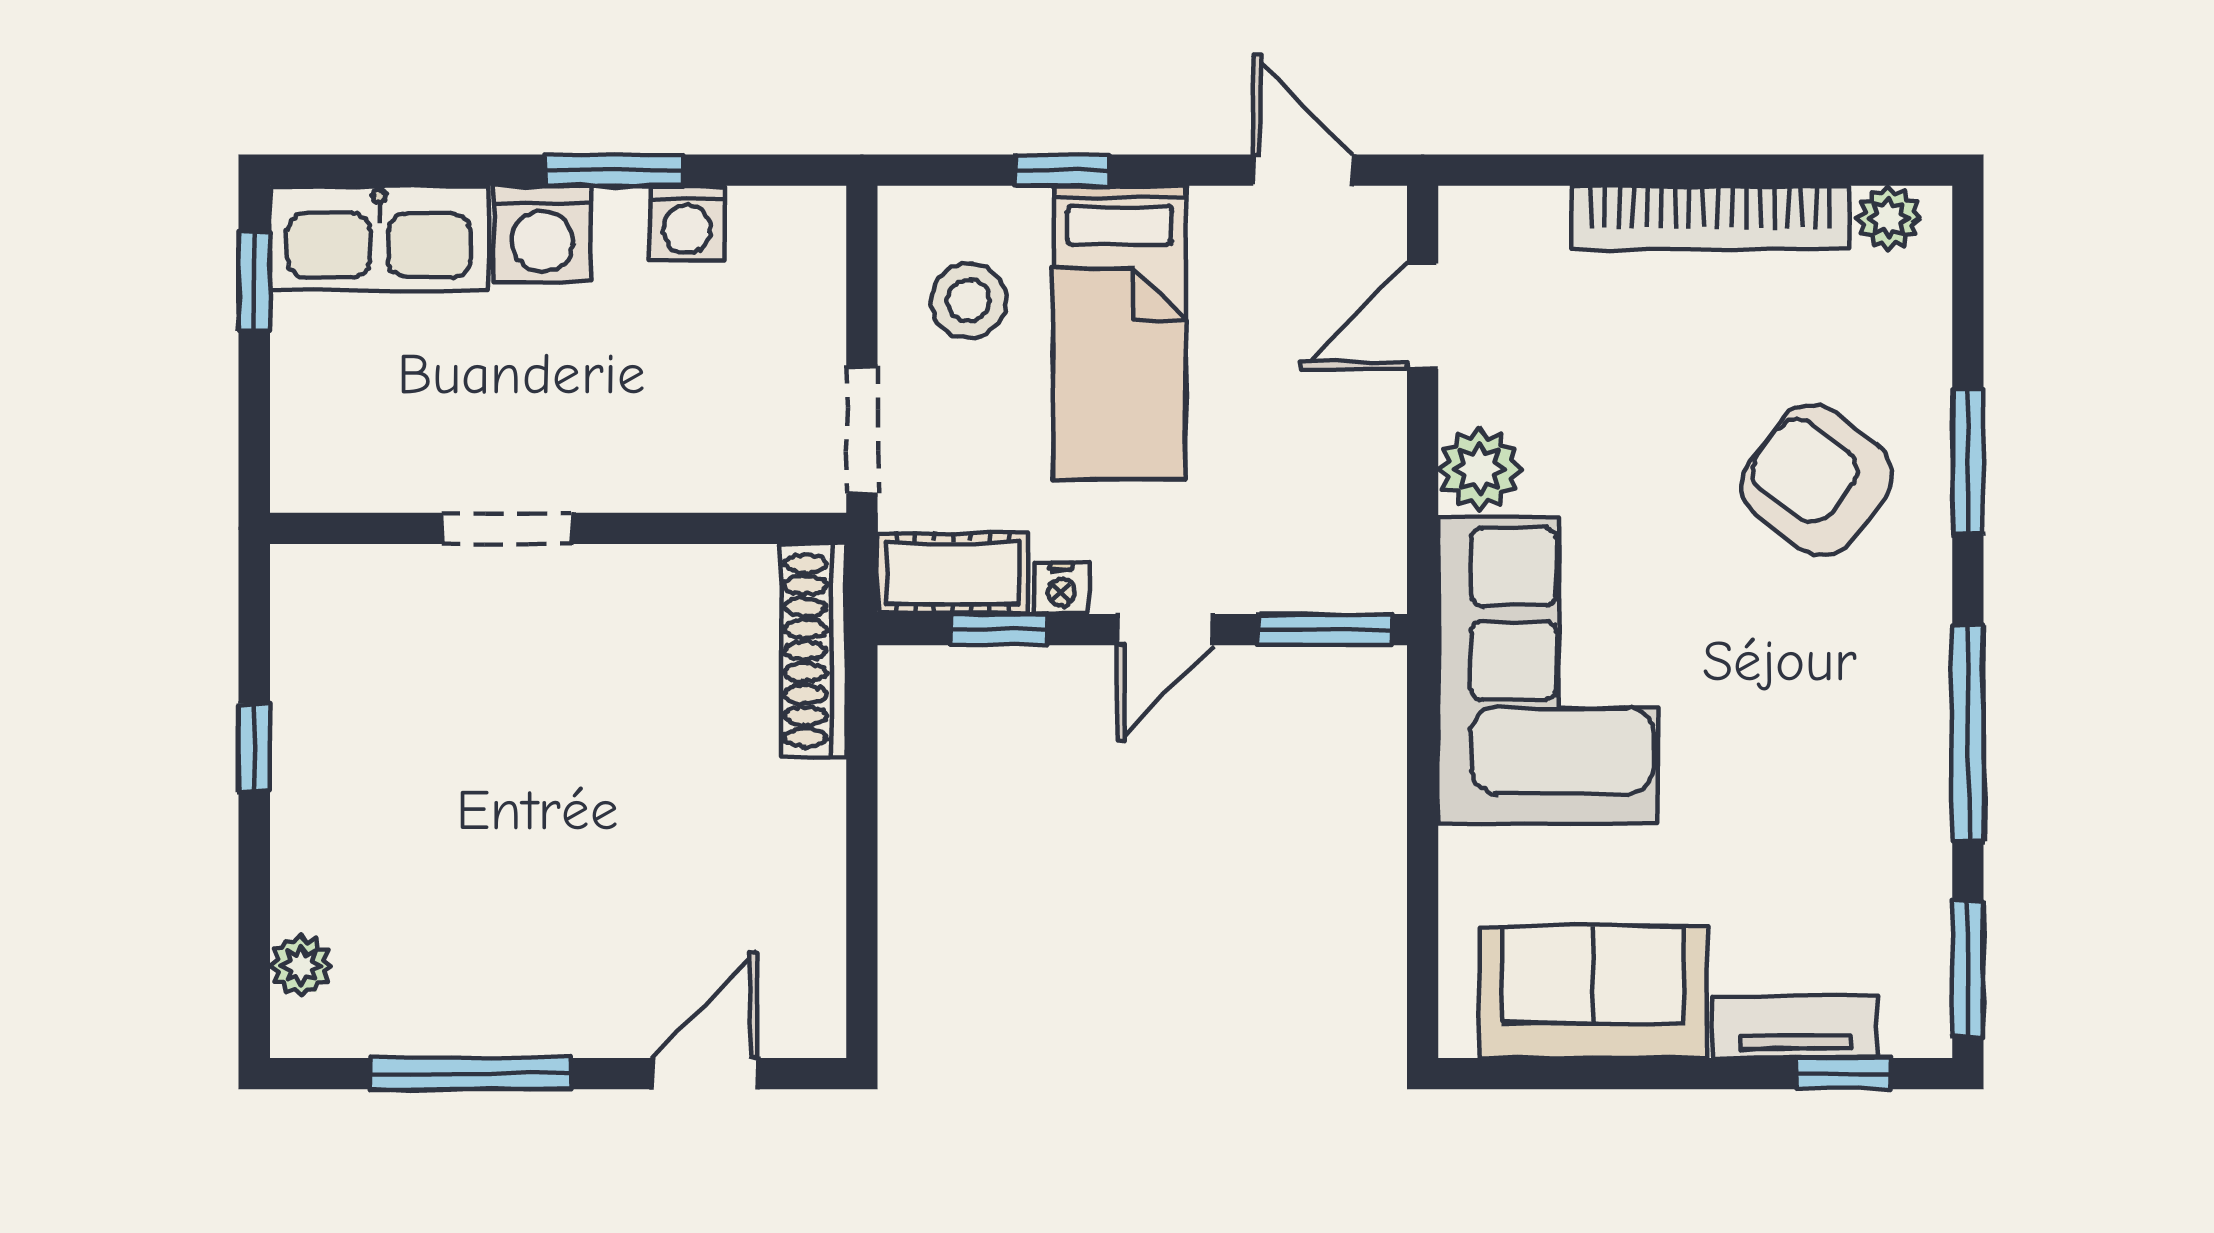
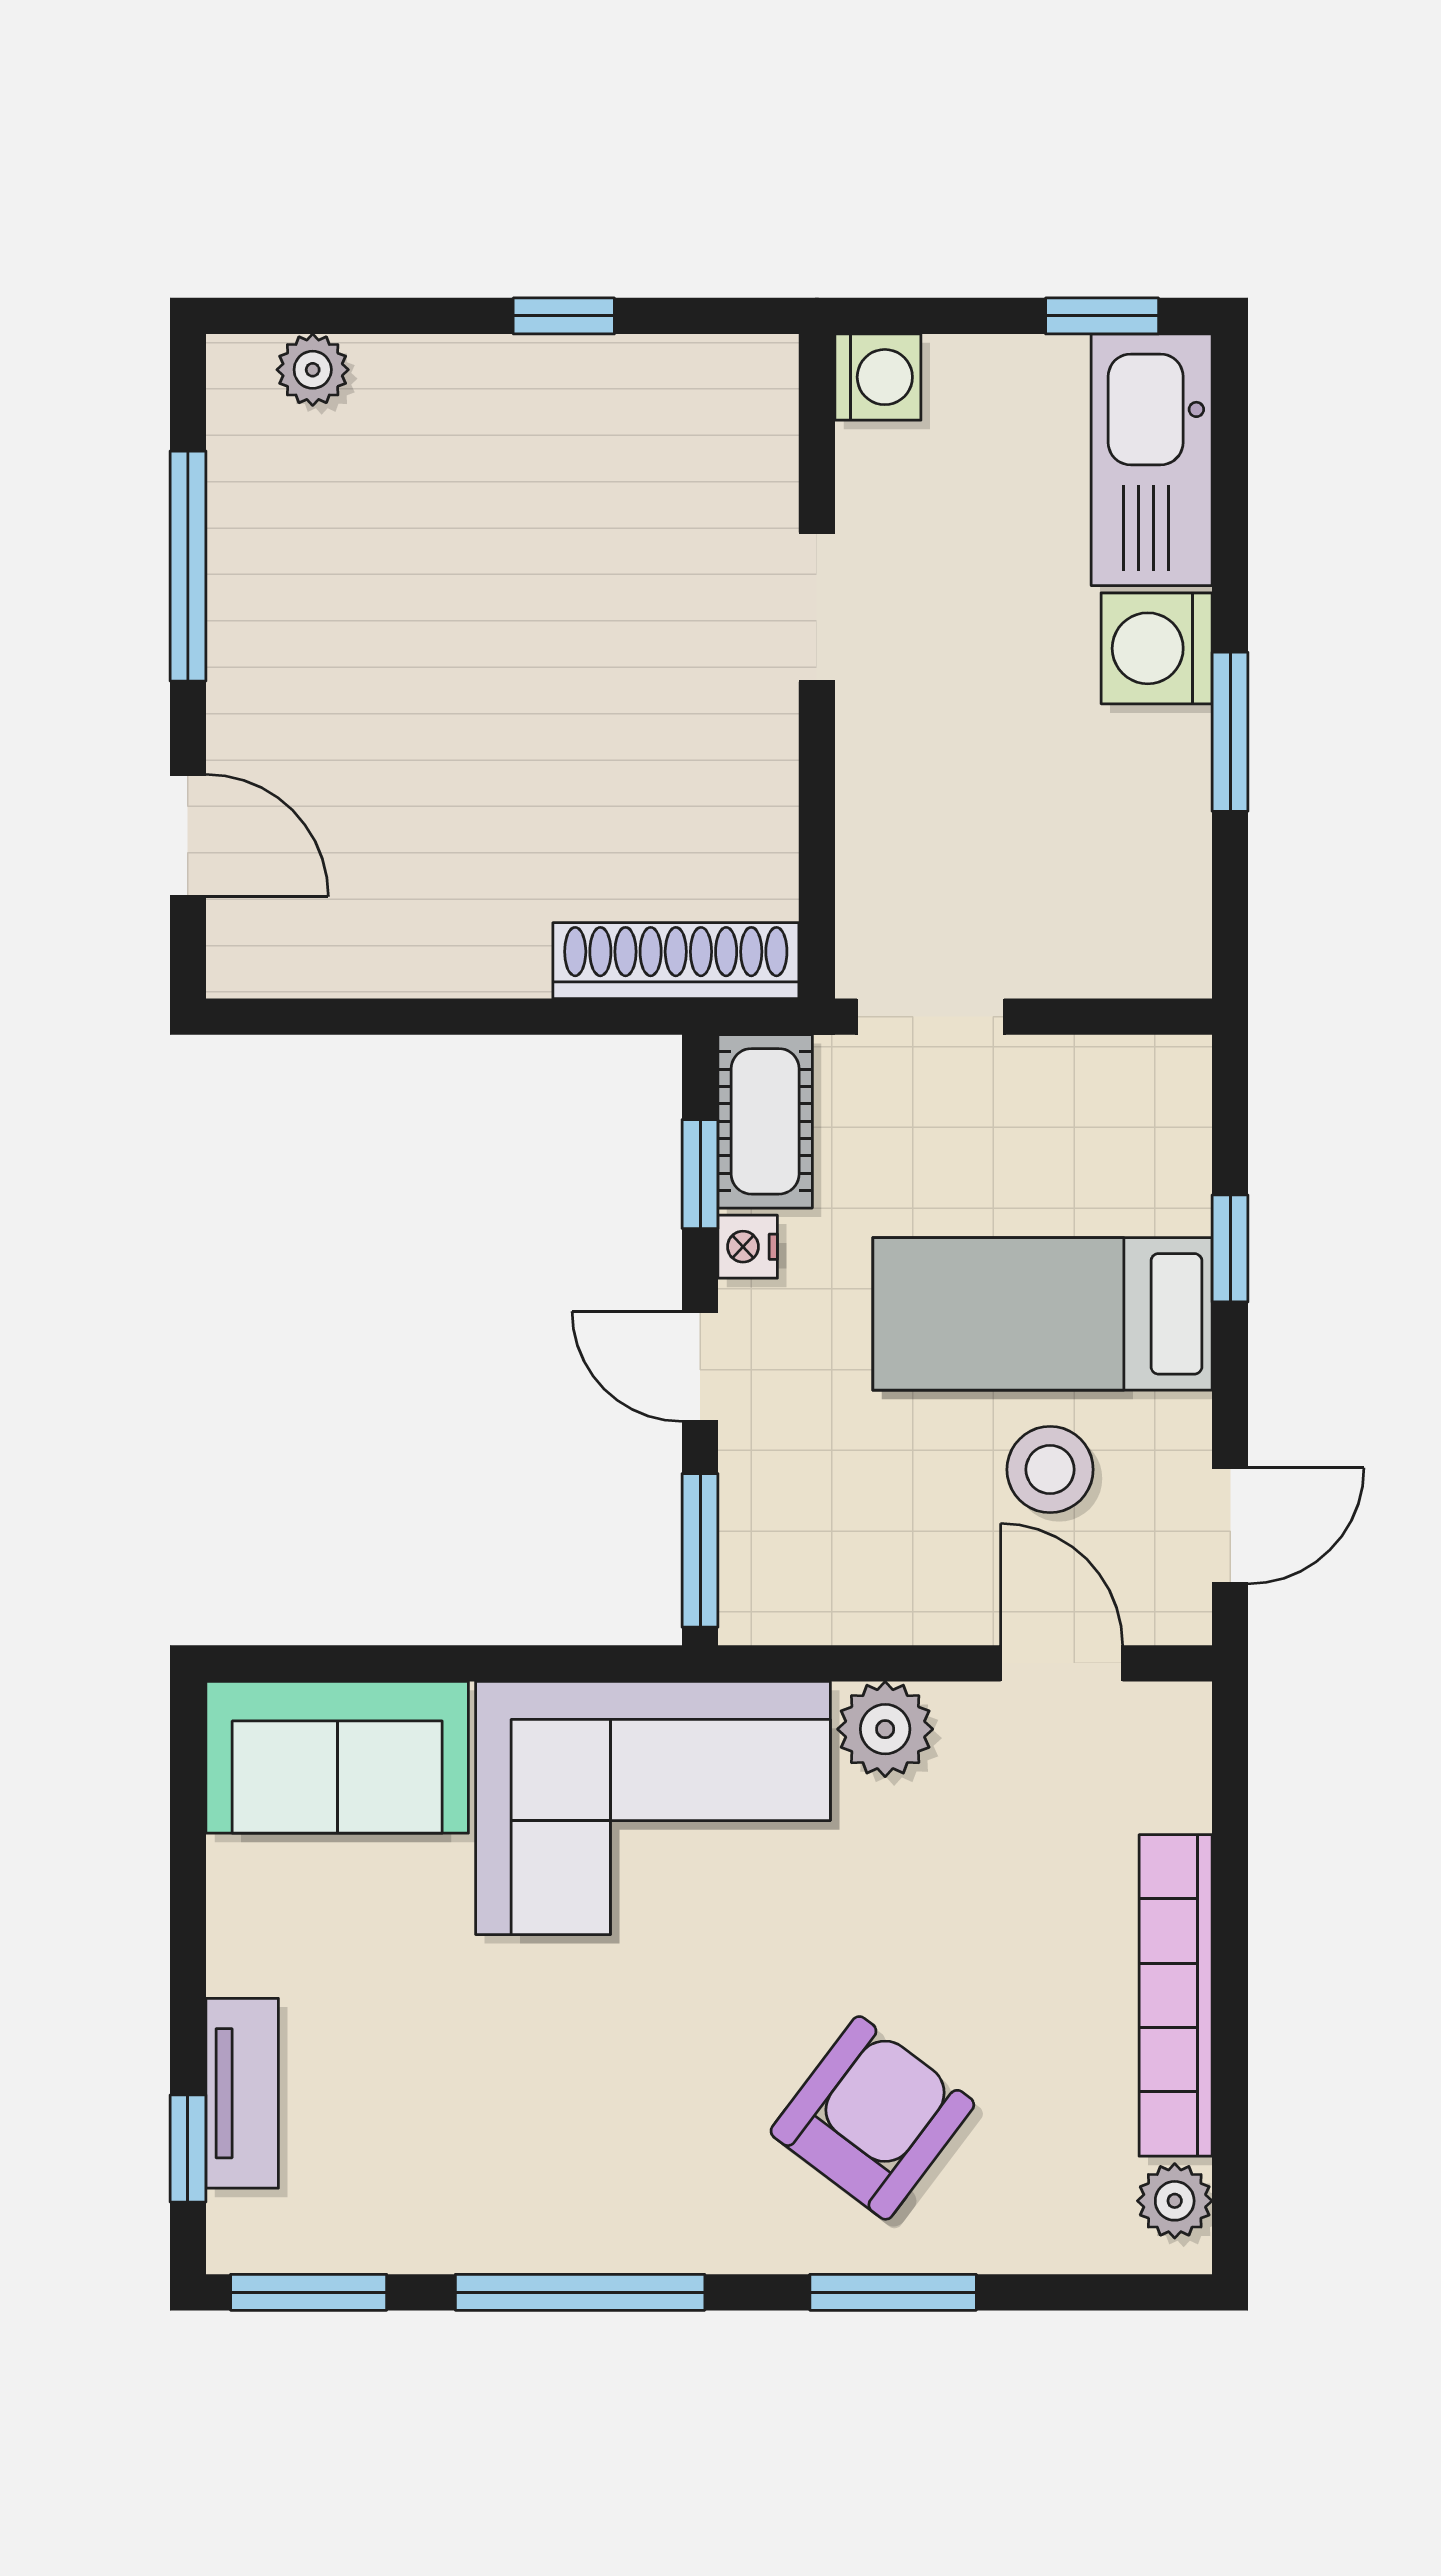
washing machine: (687, 223) -> (878, 377), moved, turned 180
stool: (969, 301) -> (1050, 1470), moved
sofa: (1593, 992) -> (337, 1757), moved, turned 90

